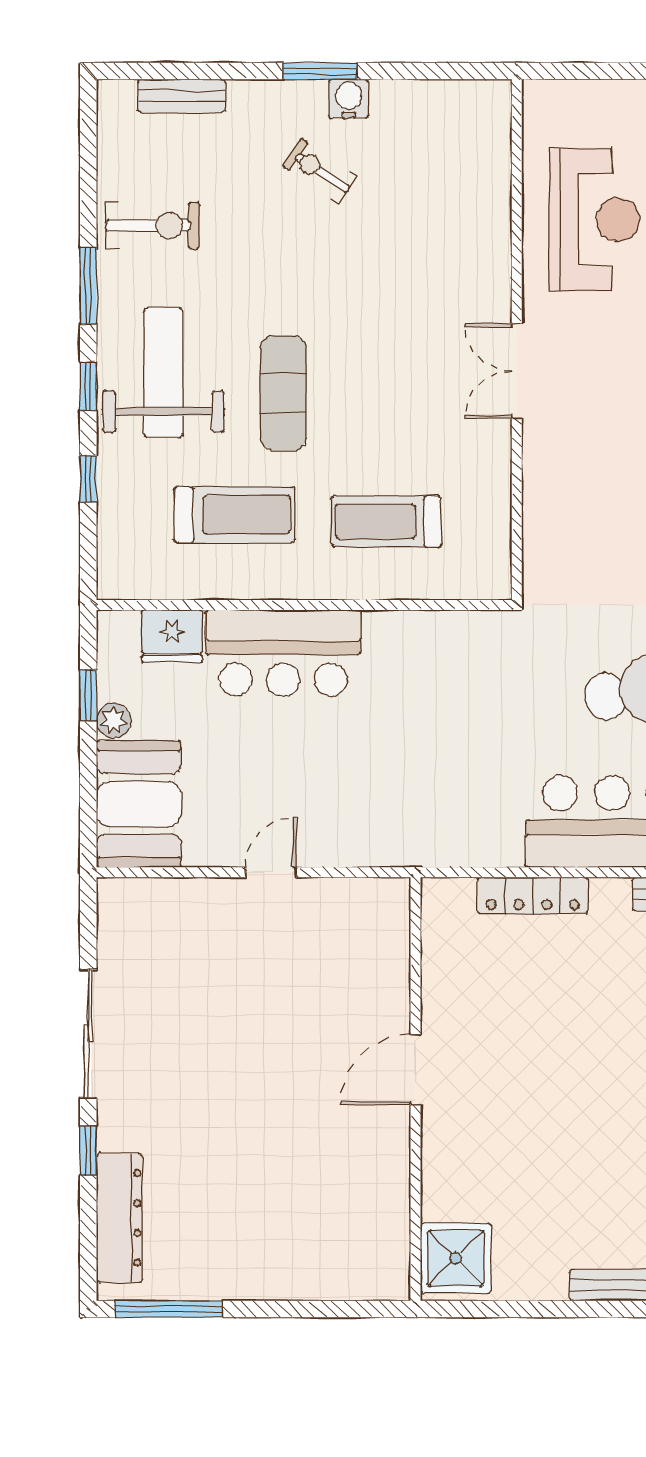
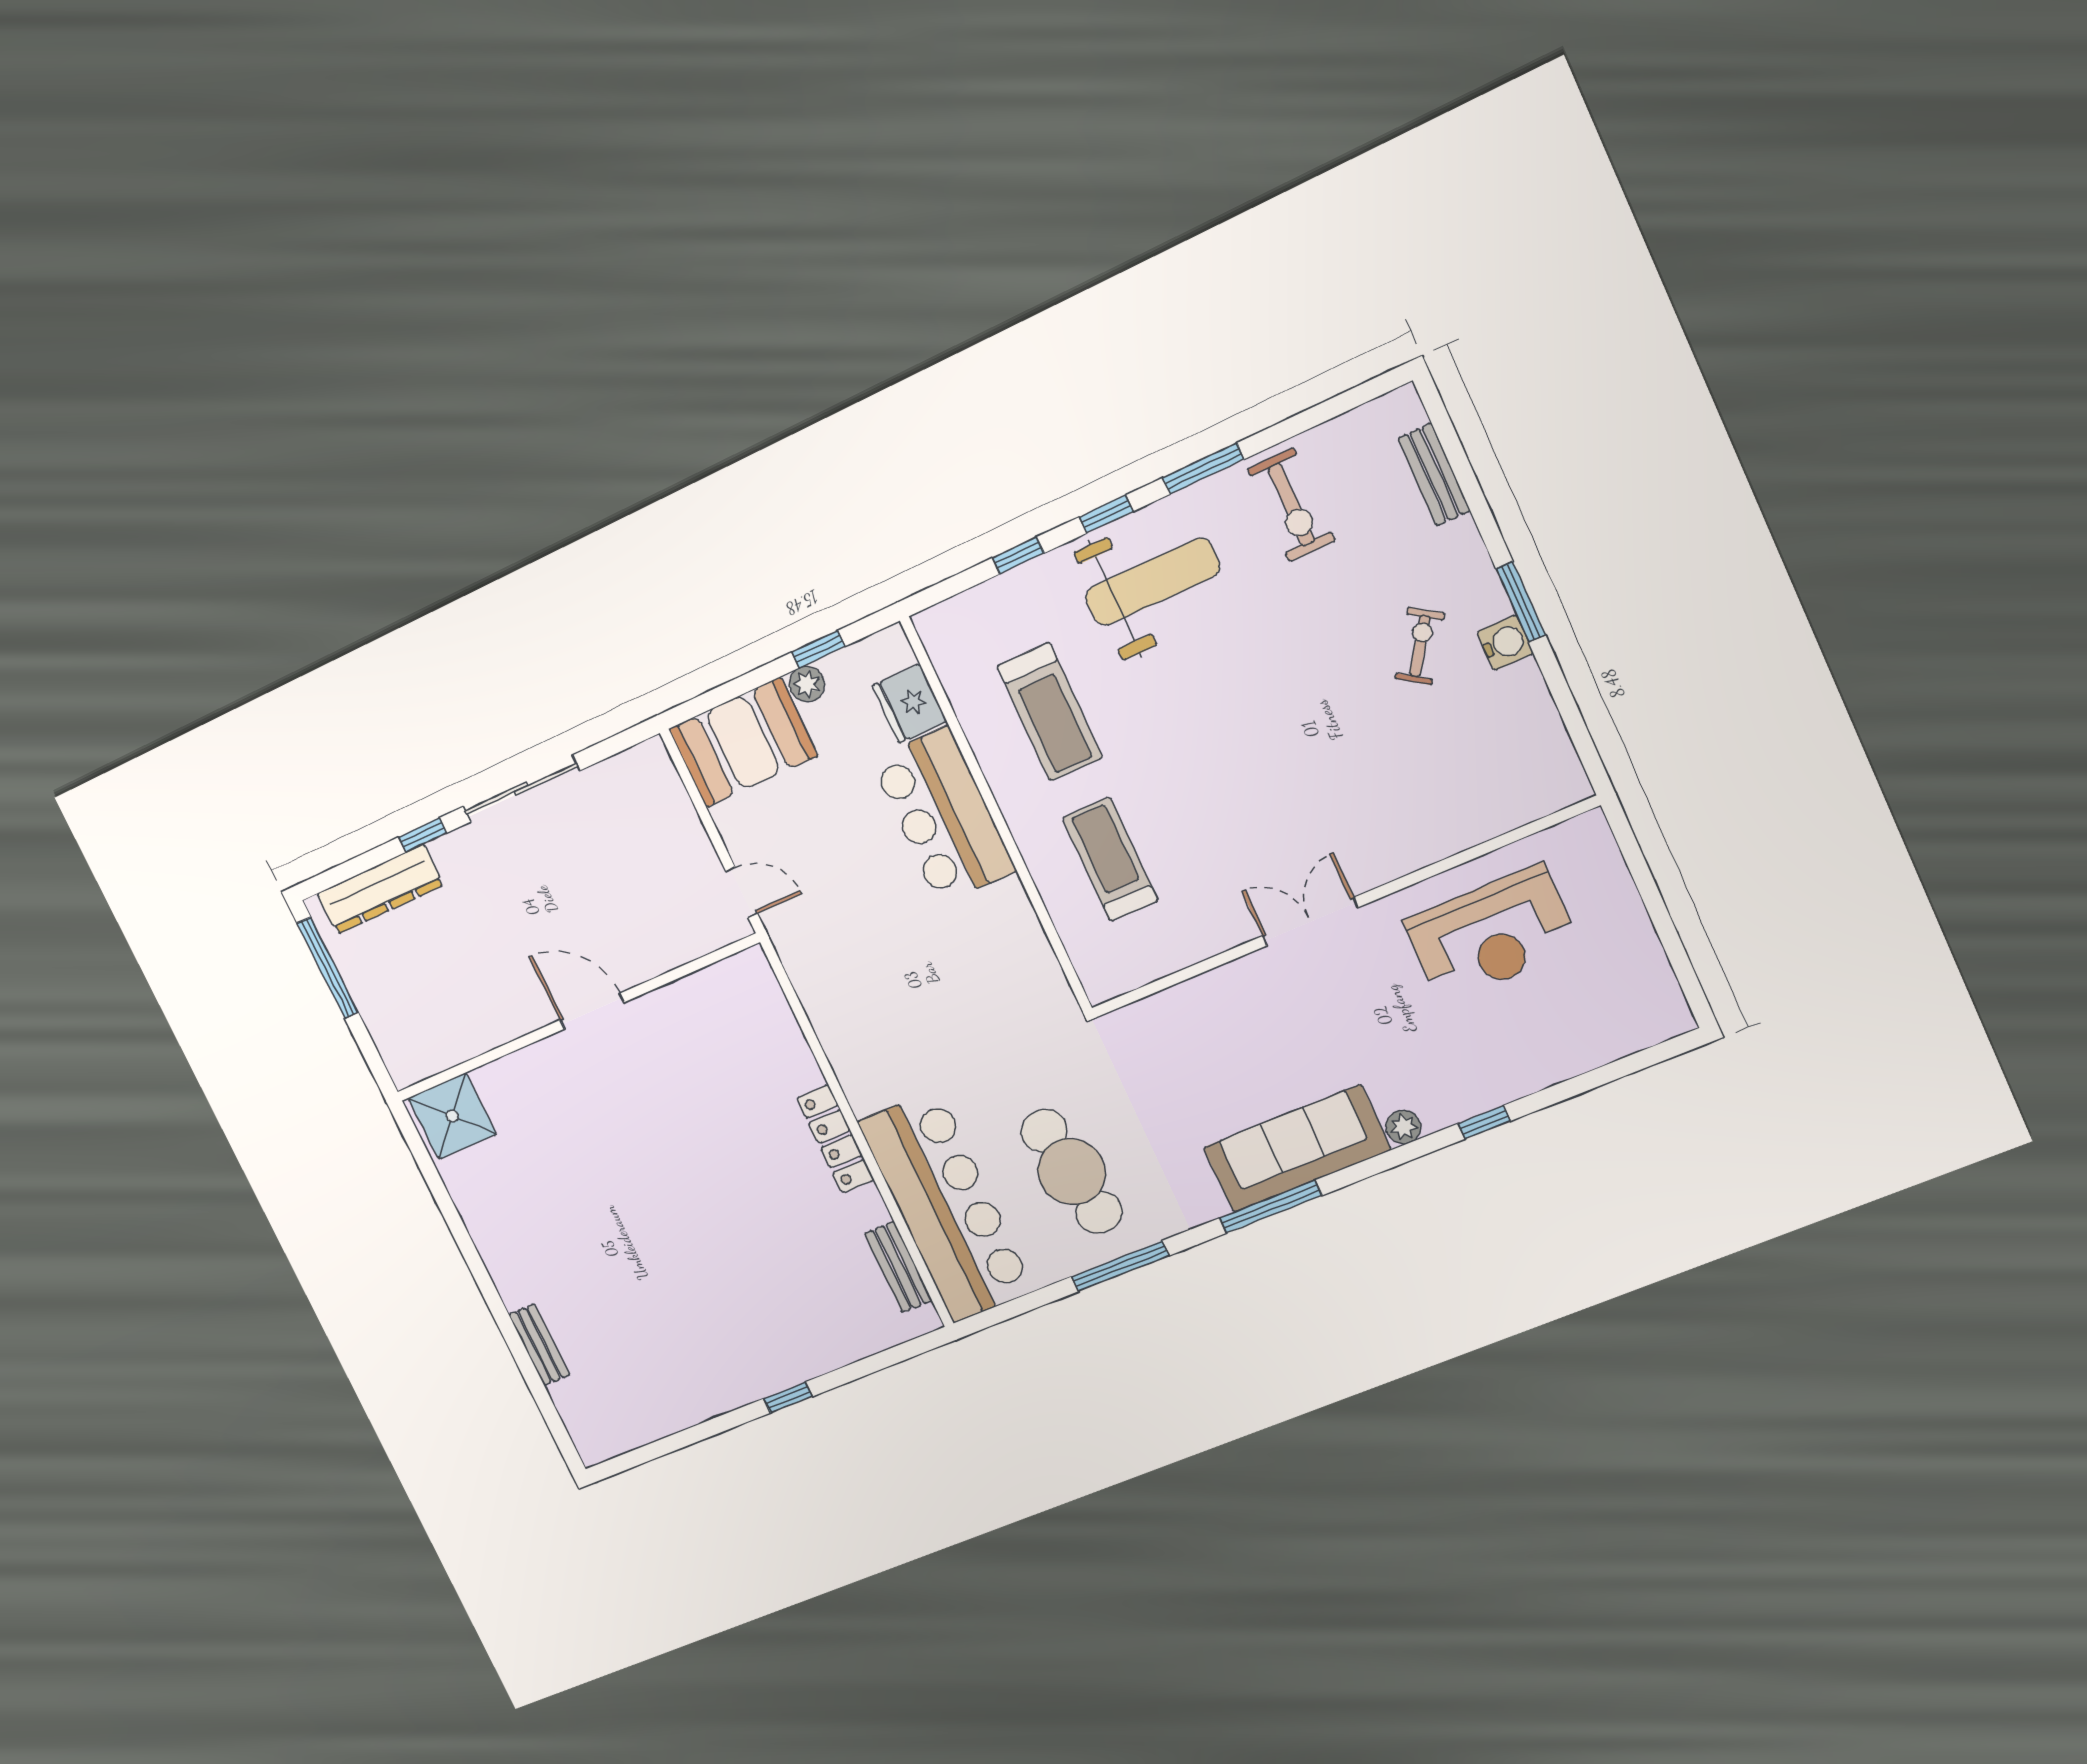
exercise mat: (283, 393) -> (1186, 707), removed
door: (416, 1070) -> (592, 1011), moved
wall: (416, 1089) -> (576, 1018), moved
shower: (456, 1258) -> (452, 1116), moved

